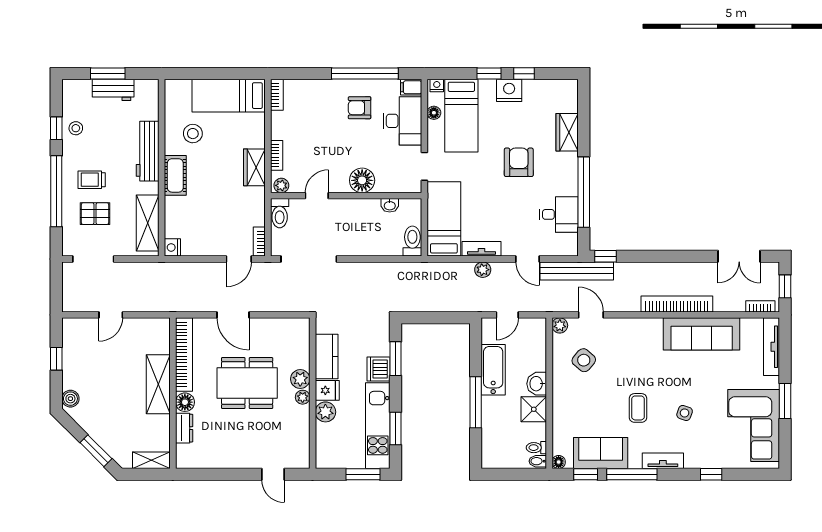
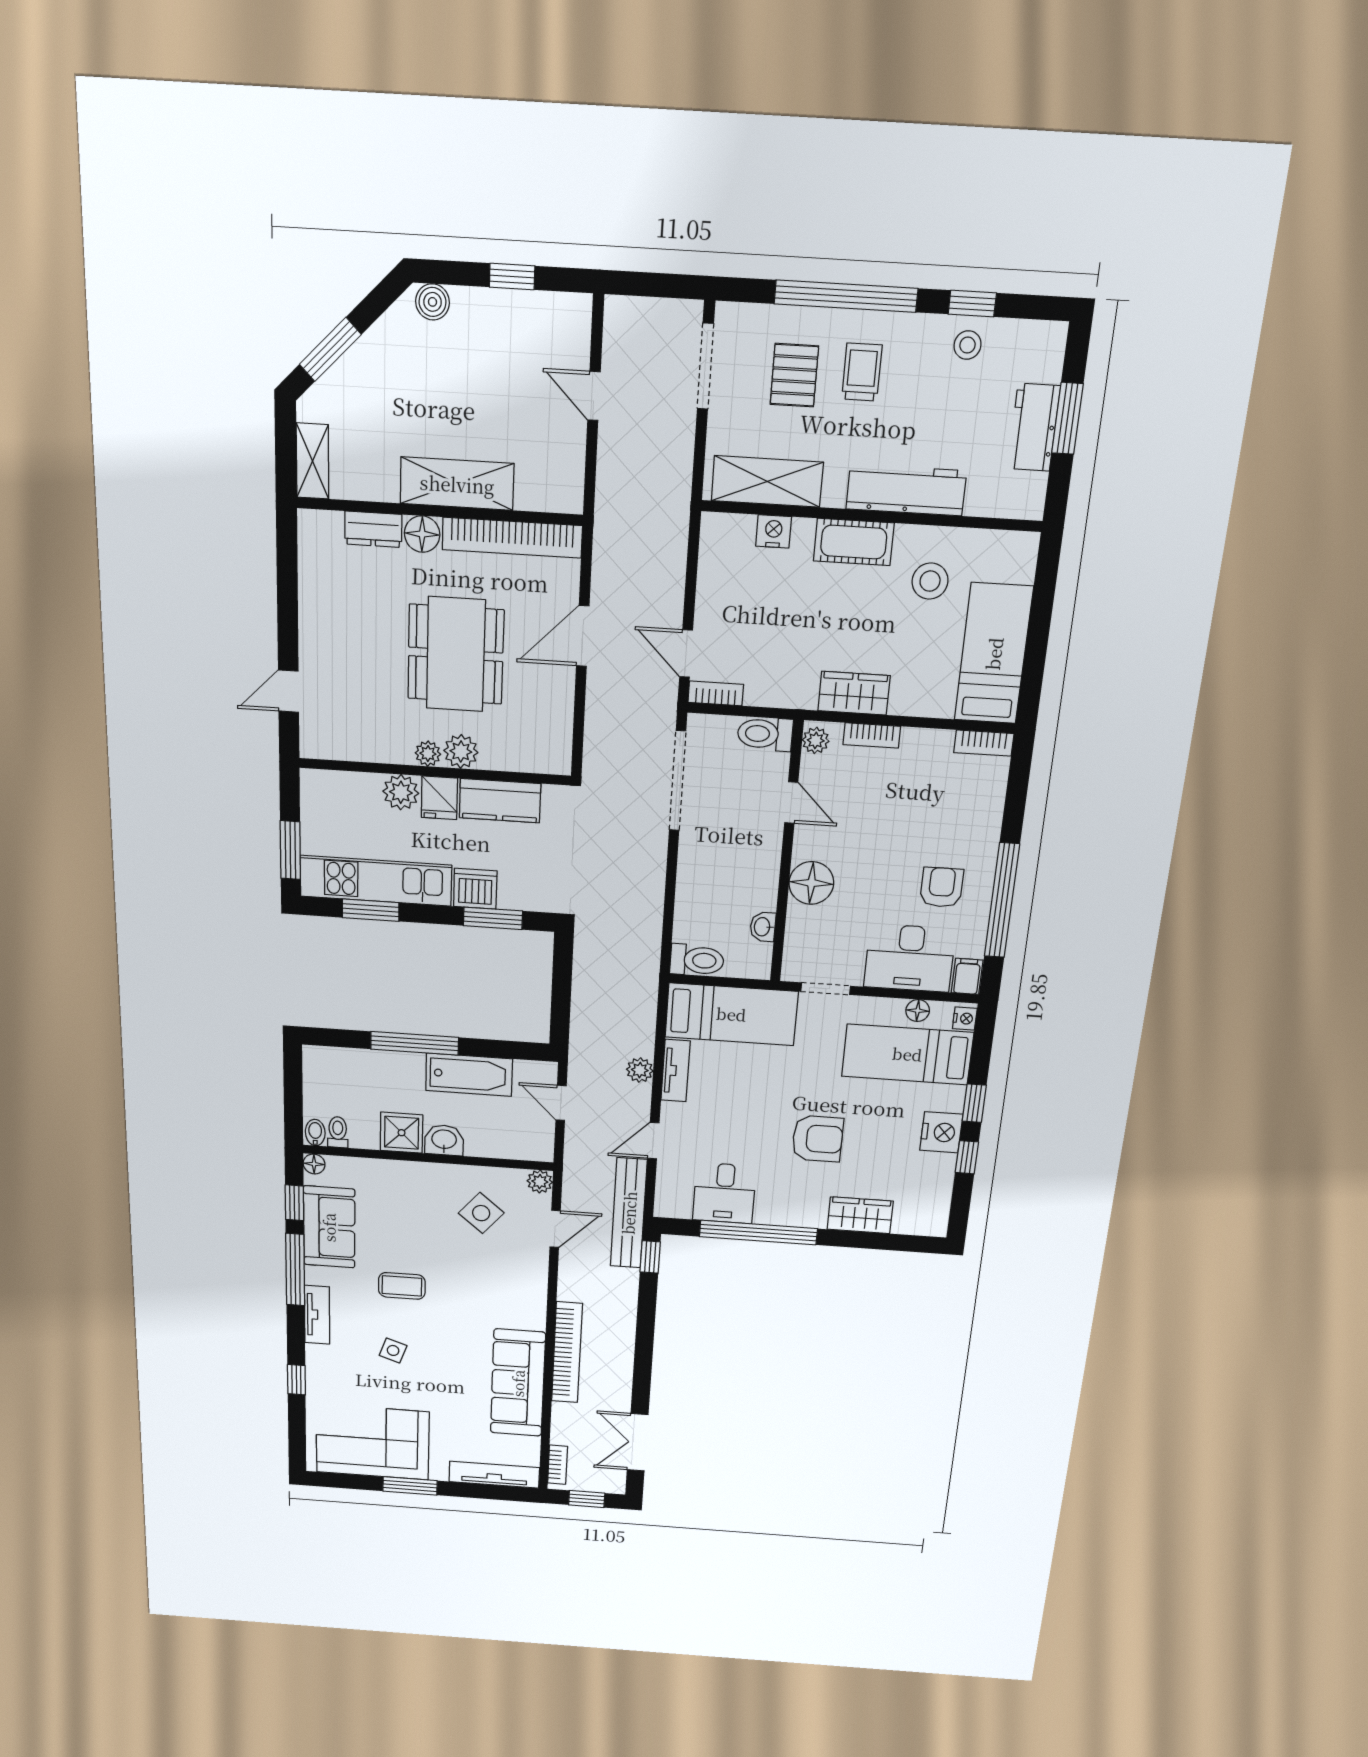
nightstand: (172, 247) -> (774, 531), moved

